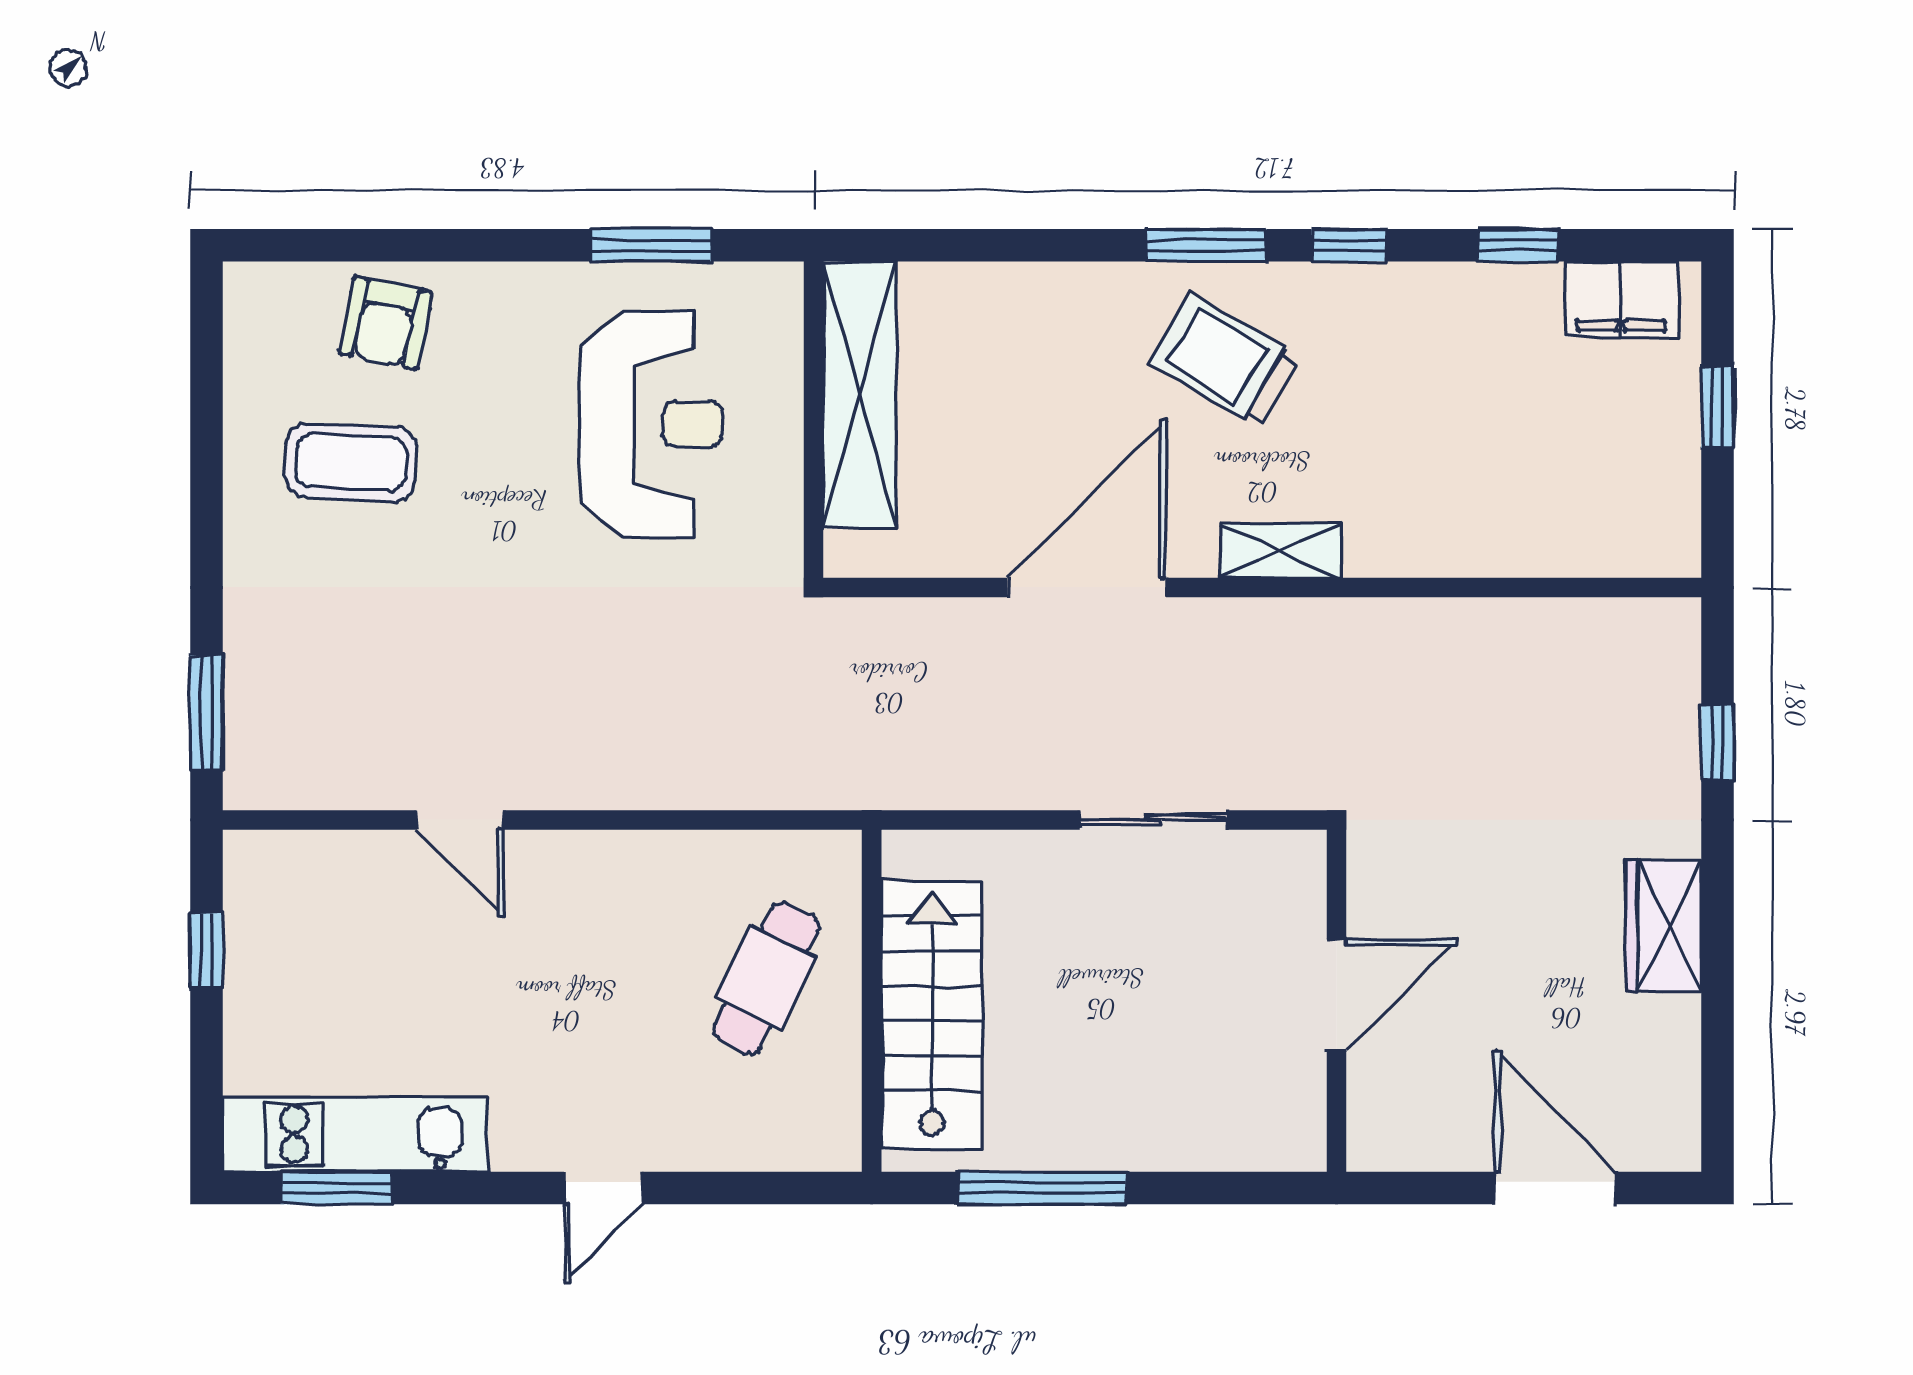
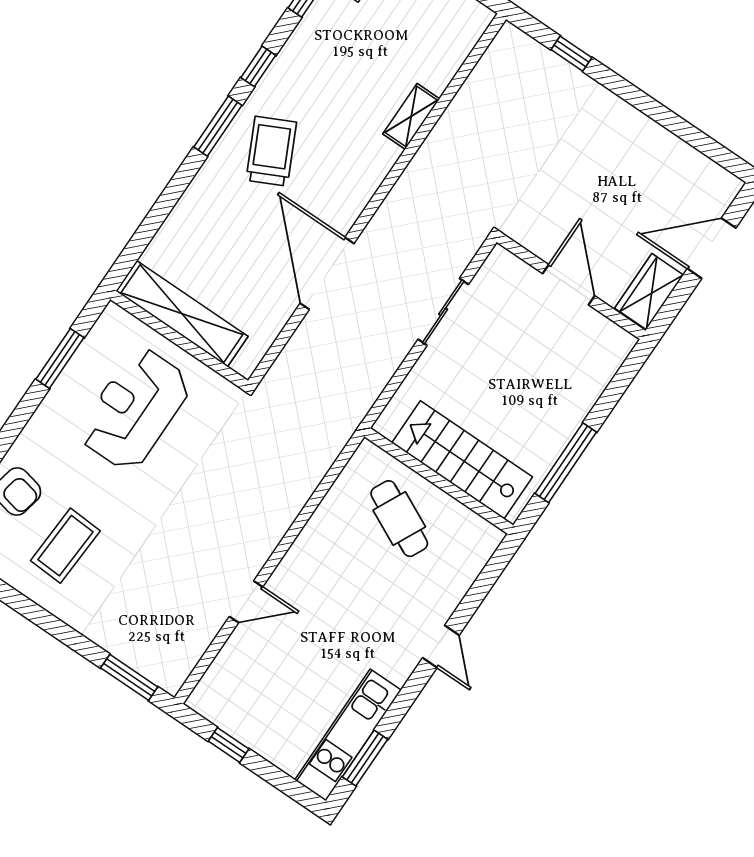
trolley: (1224, 360) -> (271, 151), turned 123
reception desk: (651, 424) -> (135, 409), turned -90
shelving: (1280, 551) -> (411, 116), moved
wardrobe: (1664, 926) -> (649, 292), moved, turned 90

